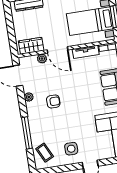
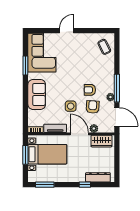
armchair: (47, 83) -> (93, 107), added
window: (27, 133) -> (117, 88), moved
side table: (71, 149) -> (71, 106), moved

